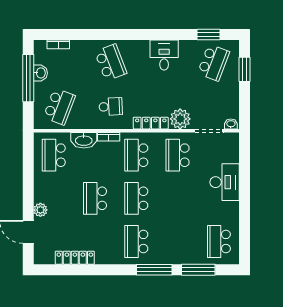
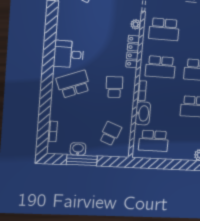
desk: (164, 55) -> (69, 54), moved
window: (28, 78) -> (82, 160), width x0.68
school desk: (59, 107) -> (110, 134), width x0.54
plant: (180, 119) -> (136, 24), width x0.53, depth x0.53

